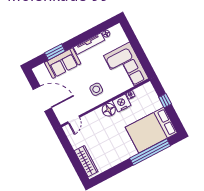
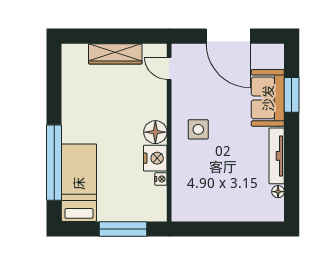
corner sofa: (126, 67) -> (208, 195), removed
door: (42, 99) -> (228, 36), hinge flipped
window: (165, 101) -> (123, 229), width x2.17
bed: (151, 130) -> (79, 183), width x0.67
wardrobe: (86, 161) -> (115, 54), moved

